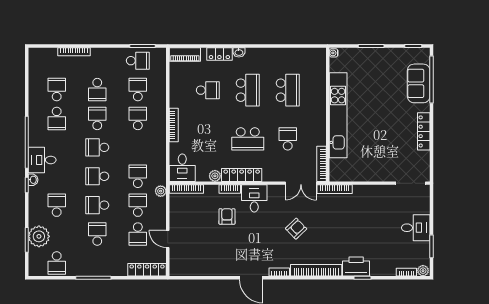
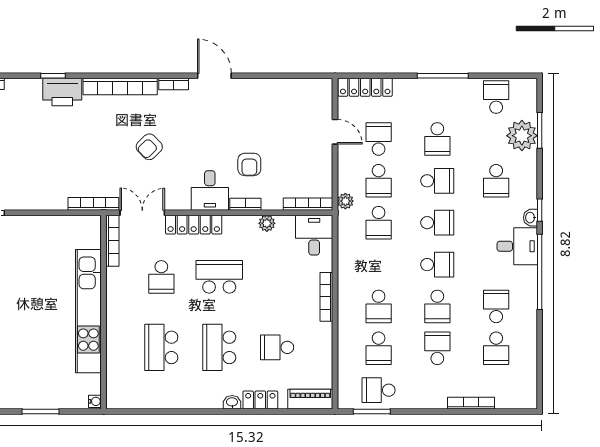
locker: (242, 175) -> (194, 225), moved

